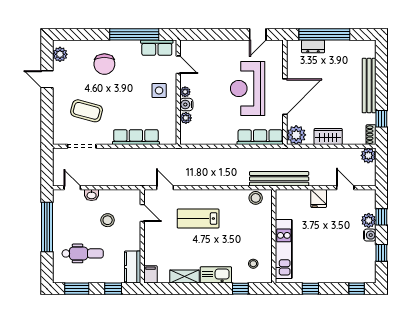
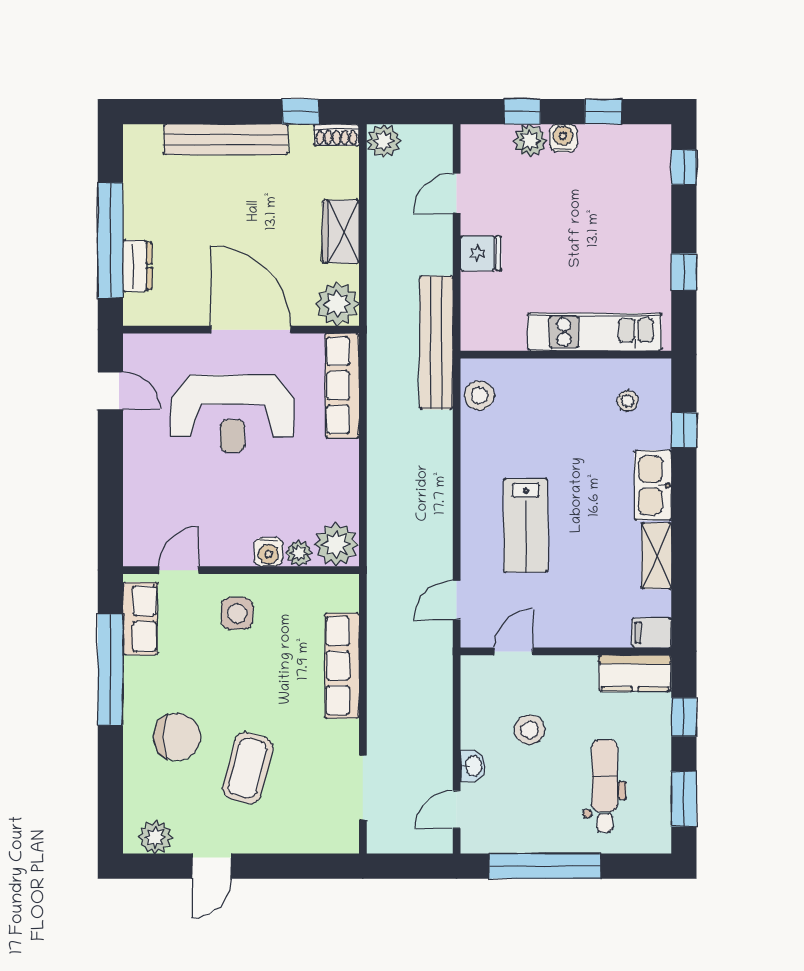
plant: (185, 92) -> (336, 544), moved, width x1.88, depth x1.88
coffee table: (87, 111) -> (248, 768), moved

